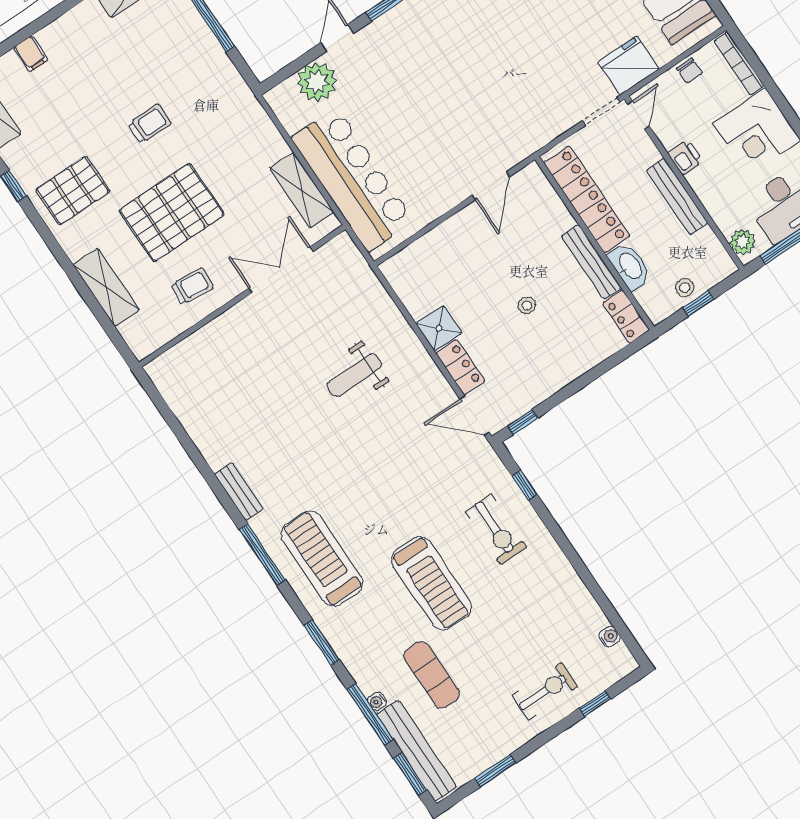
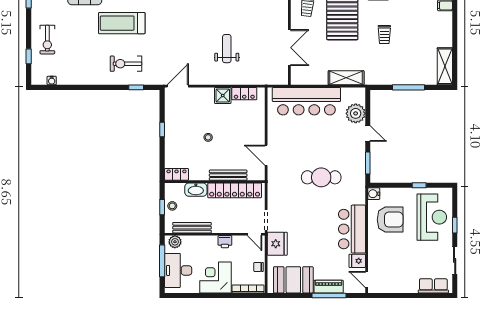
cafe table: (465, 67) -> (321, 177), added
shelving: (302, 190) -> (346, 78), moved
bench: (677, 196) -> (192, 228), moved
bench: (591, 262) -> (228, 175), moved
locker: (460, 367) -> (244, 94), moved
window: (523, 422) -> (162, 129), moved

